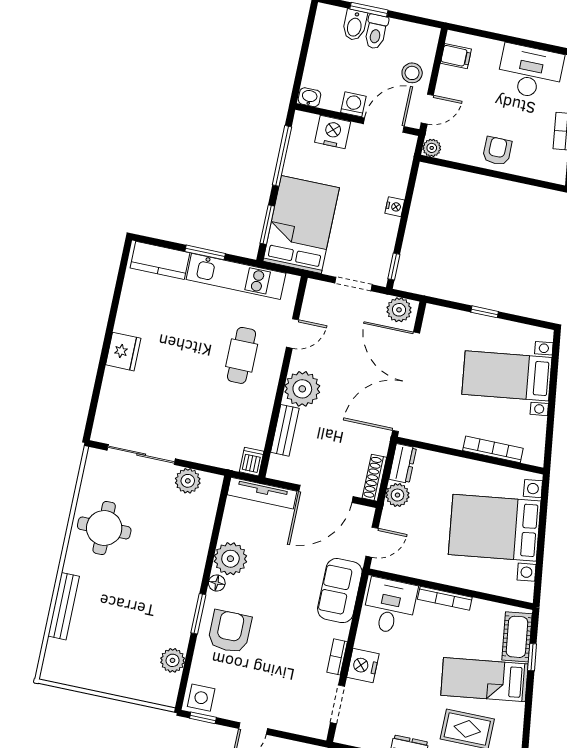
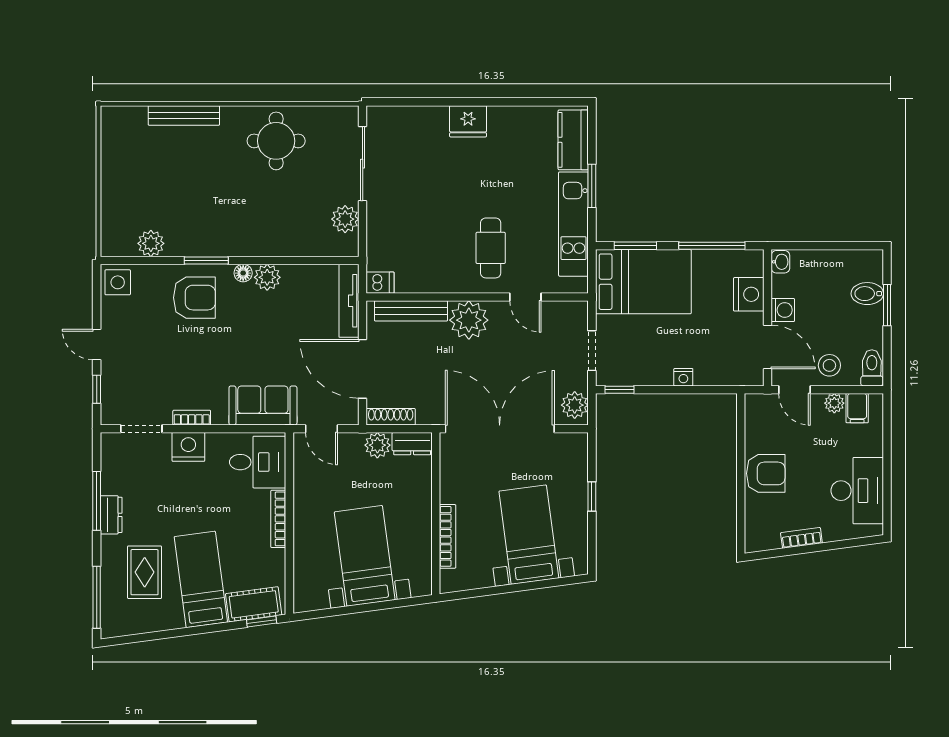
toilet: (376, 32) -> (872, 368), moved, turned 90
plant: (432, 148) -> (834, 403), moved
armchair: (497, 151) -> (766, 473), width x1.38, depth x1.38
cafe table: (242, 355) -> (491, 248), turned 90
bench: (285, 430) -> (411, 311), width x1.36
bed with nightstands: (495, 528) -> (365, 556), width x0.73
plant: (230, 559) -> (267, 277), width x0.73, depth x0.73
window: (532, 657) -> (262, 621), moved
window: (203, 718) -> (97, 389), moved

